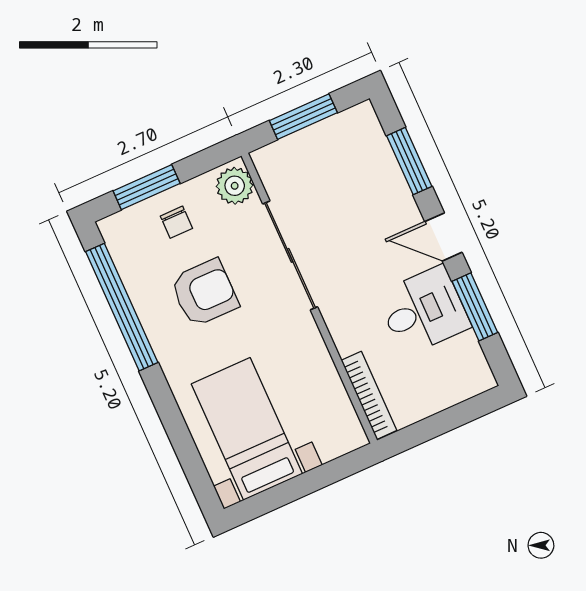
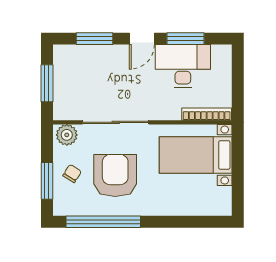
chair: (176, 222) -> (72, 174), turned -58
armchair: (204, 293) -> (115, 175), width x1.36, depth x1.36
desk: (424, 310) -> (183, 66), width x1.37
bed with nightstands: (247, 429) -> (196, 155), moved

